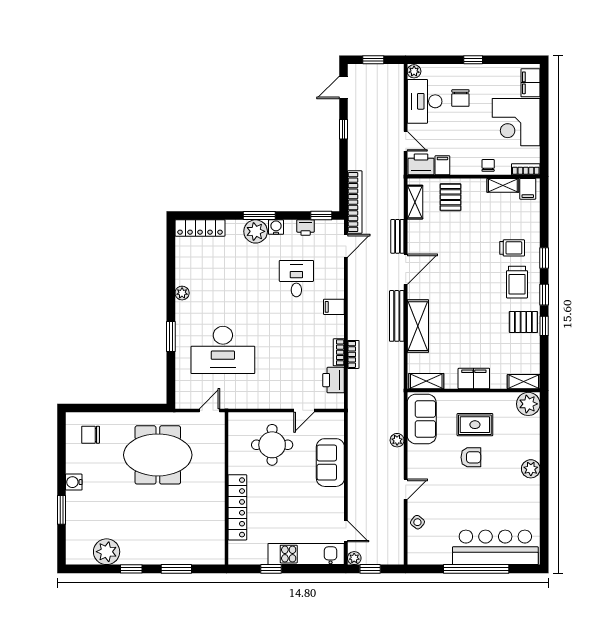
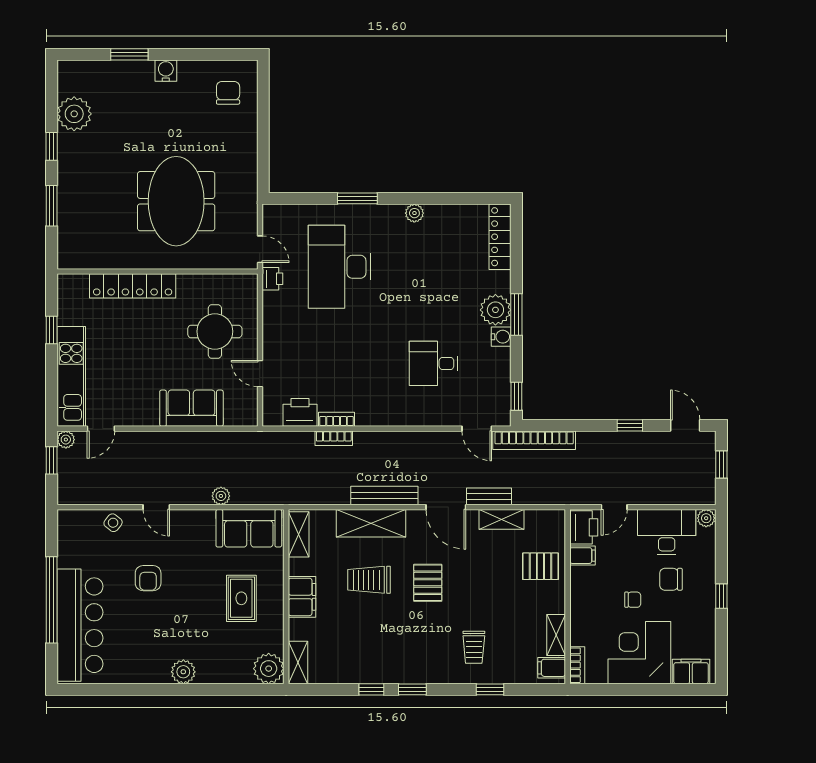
chair: (488, 165) -> (633, 600), moved
shelving: (415, 202) -> (502, 519), moved
printer: (306, 228) -> (272, 279), moved, turned 180
window: (544, 258) -> (490, 689), moved
desk: (296, 279) -> (433, 363), turned 180
trolley: (517, 282) -> (369, 580), moved
filing cabinet: (334, 307) -> (396, 413), removed
pallet: (523, 322) -> (428, 583), moved
meeting table: (158, 455) -> (176, 201), moved
armchair: (471, 457) -> (148, 578), moved

